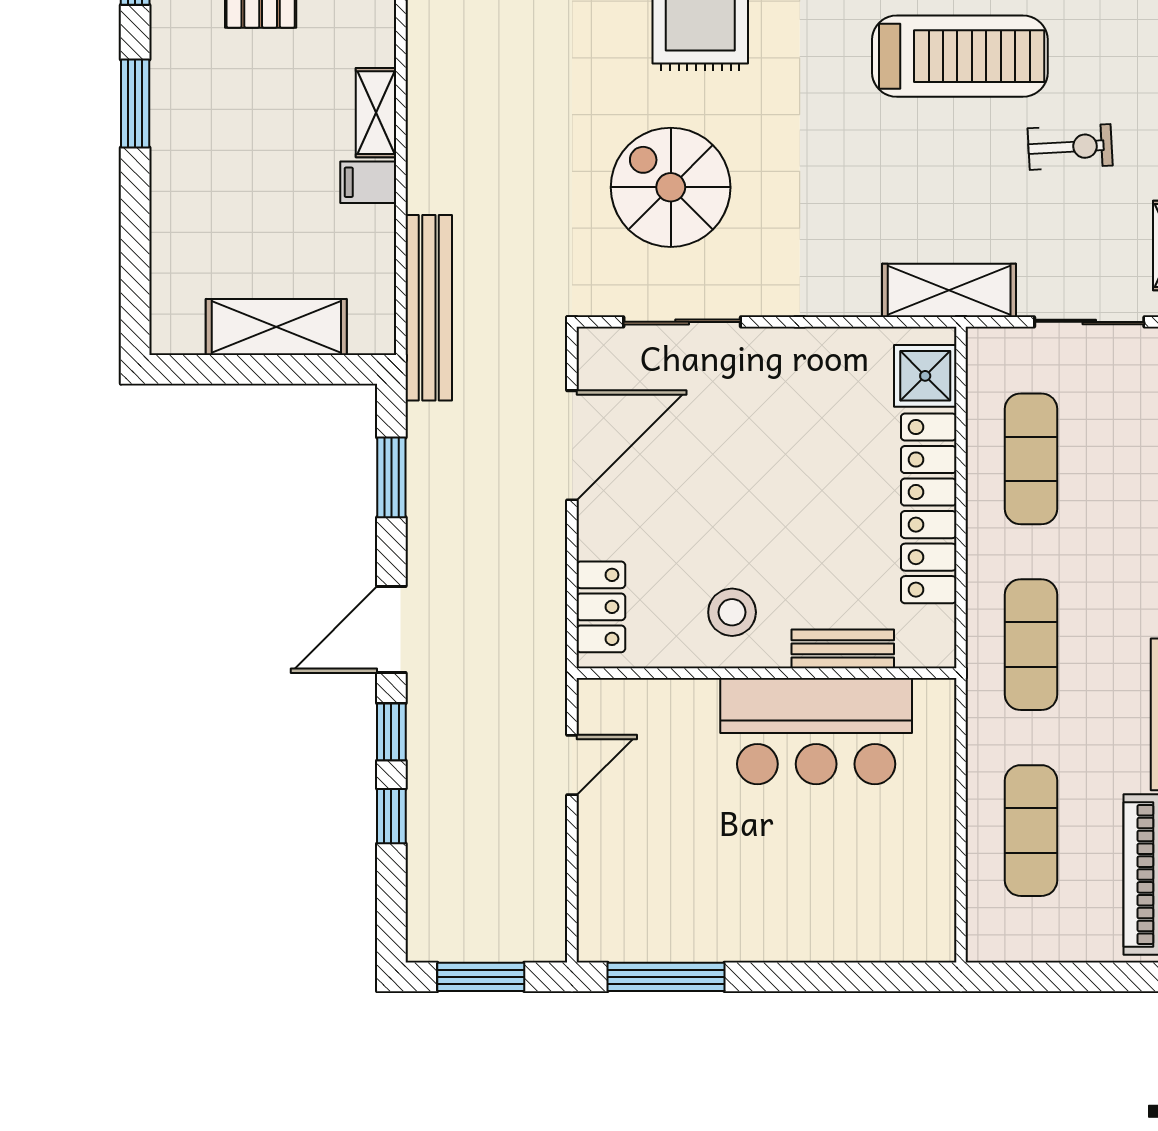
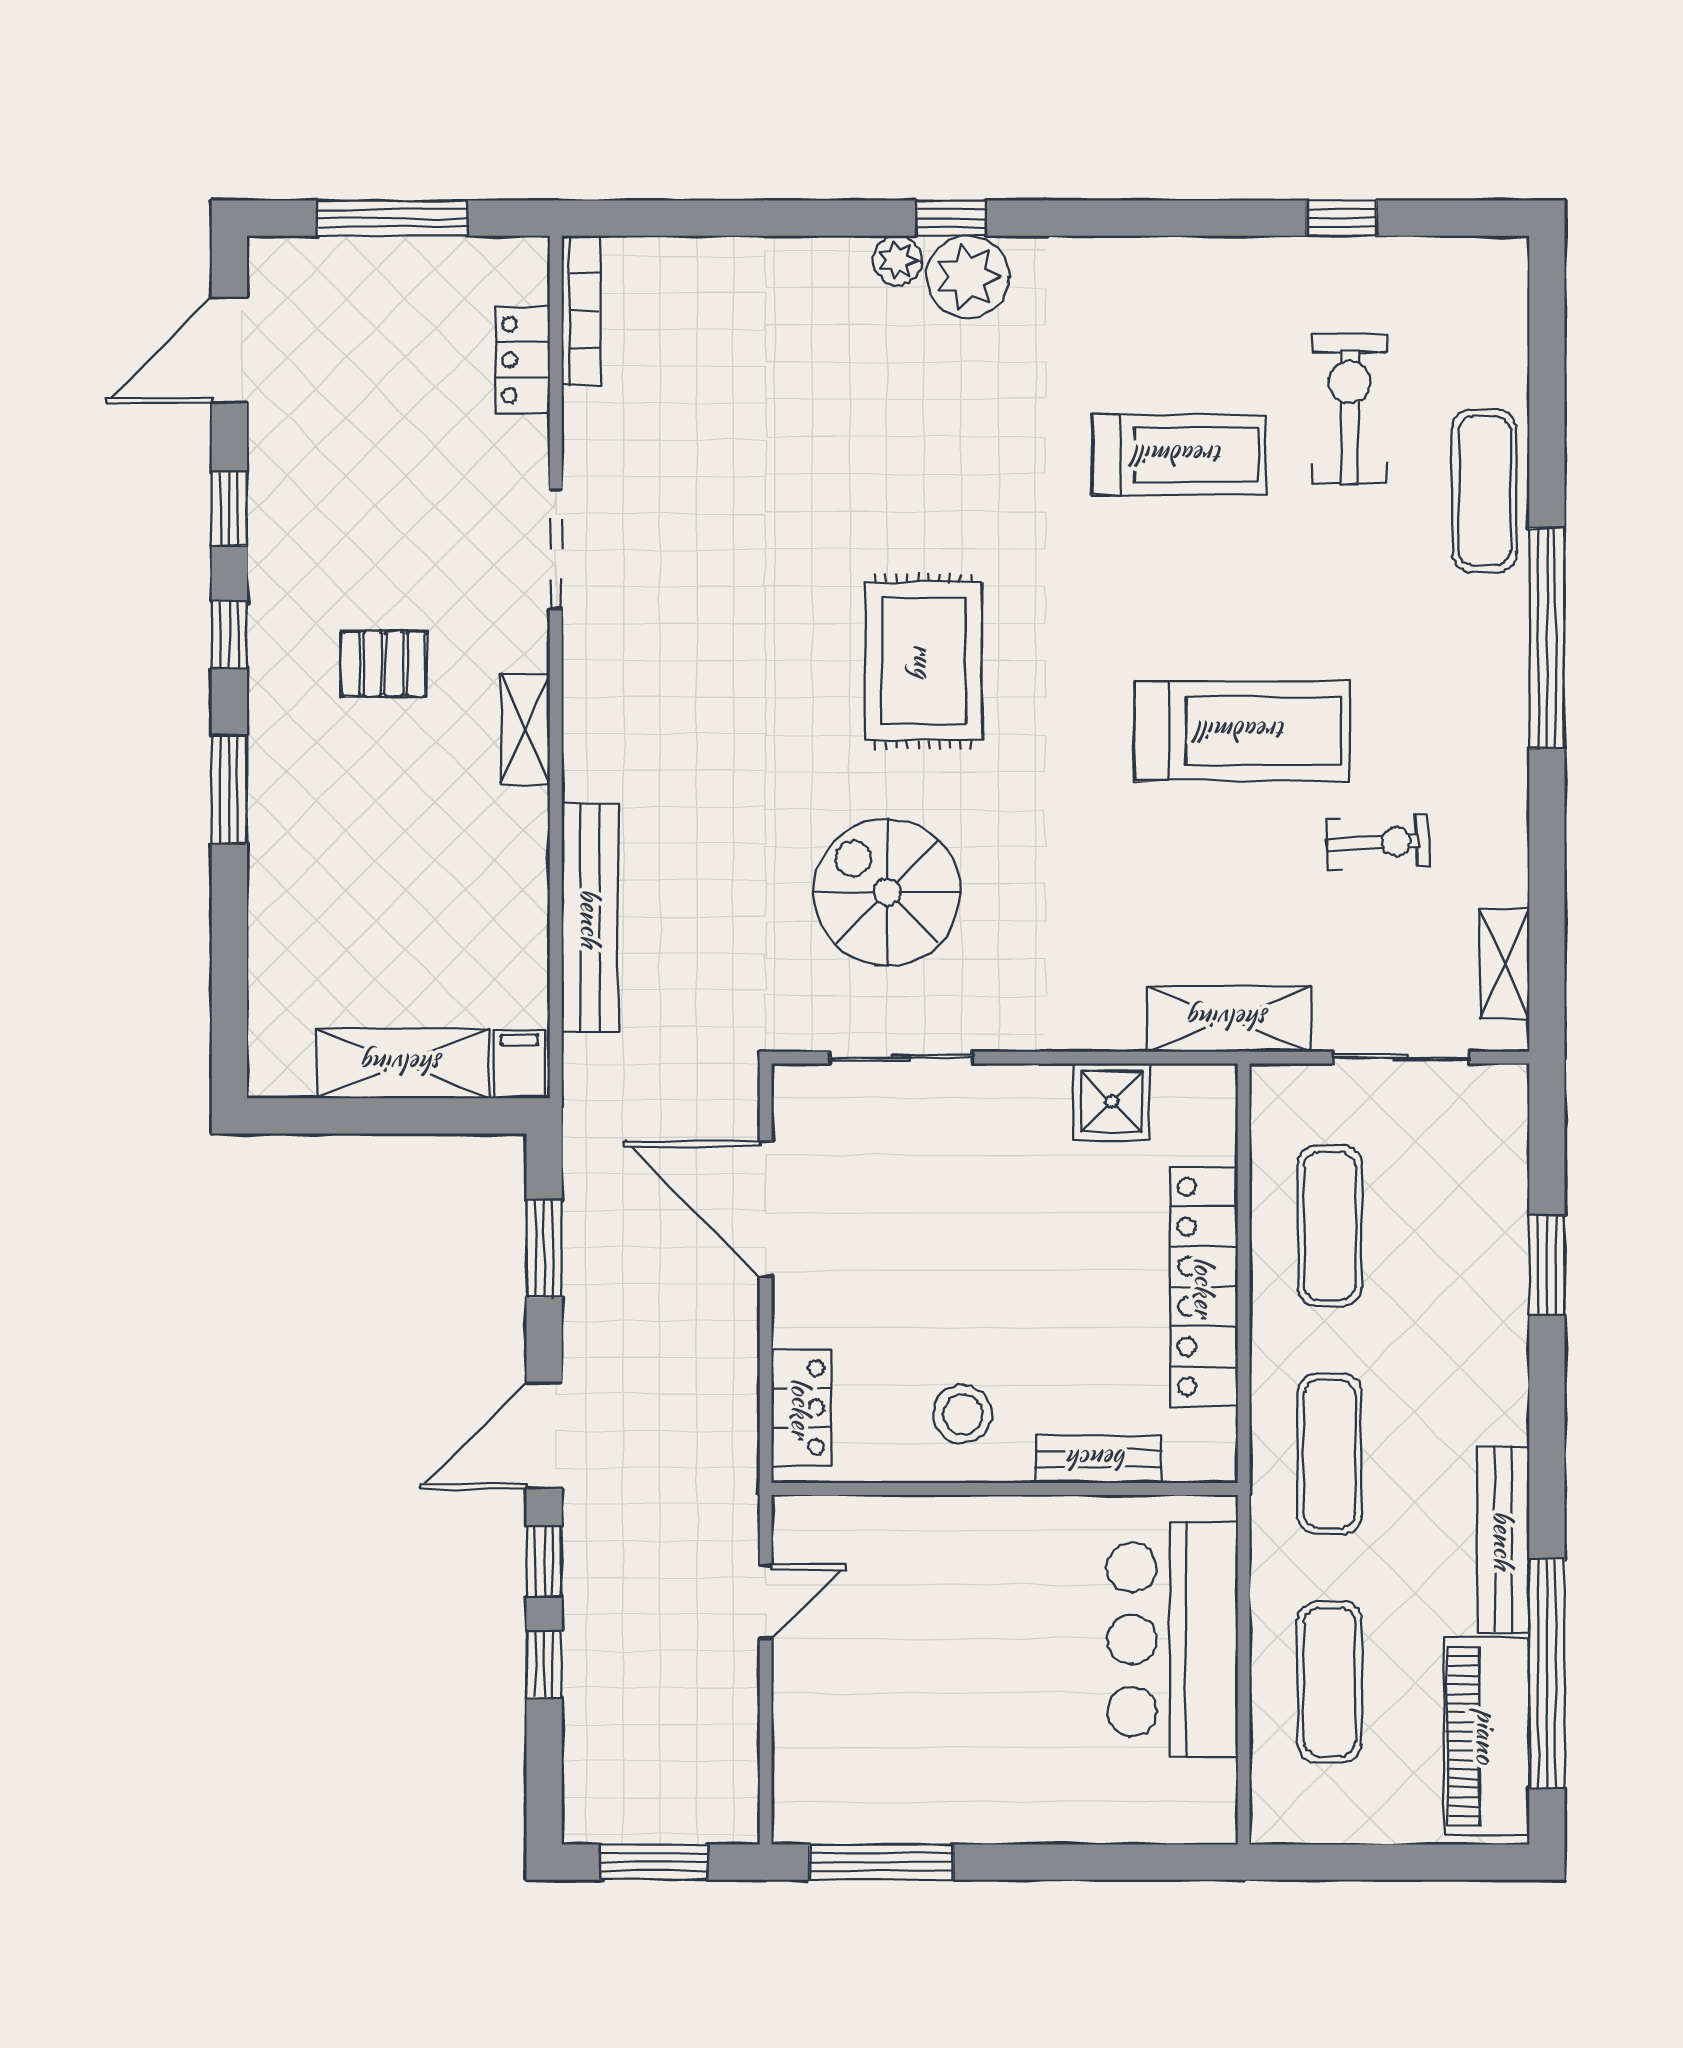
shelving: (376, 113) -> (525, 729), moved
filing cabinet: (368, 182) -> (520, 1064), moved, turned 90
bench: (429, 308) -> (590, 918), moved
shower: (925, 376) -> (1112, 1102), moved
door: (572, 445) -> (766, 1209), swing flipped
bar counter: (816, 731) -> (1172, 1639), moved, turned 90

